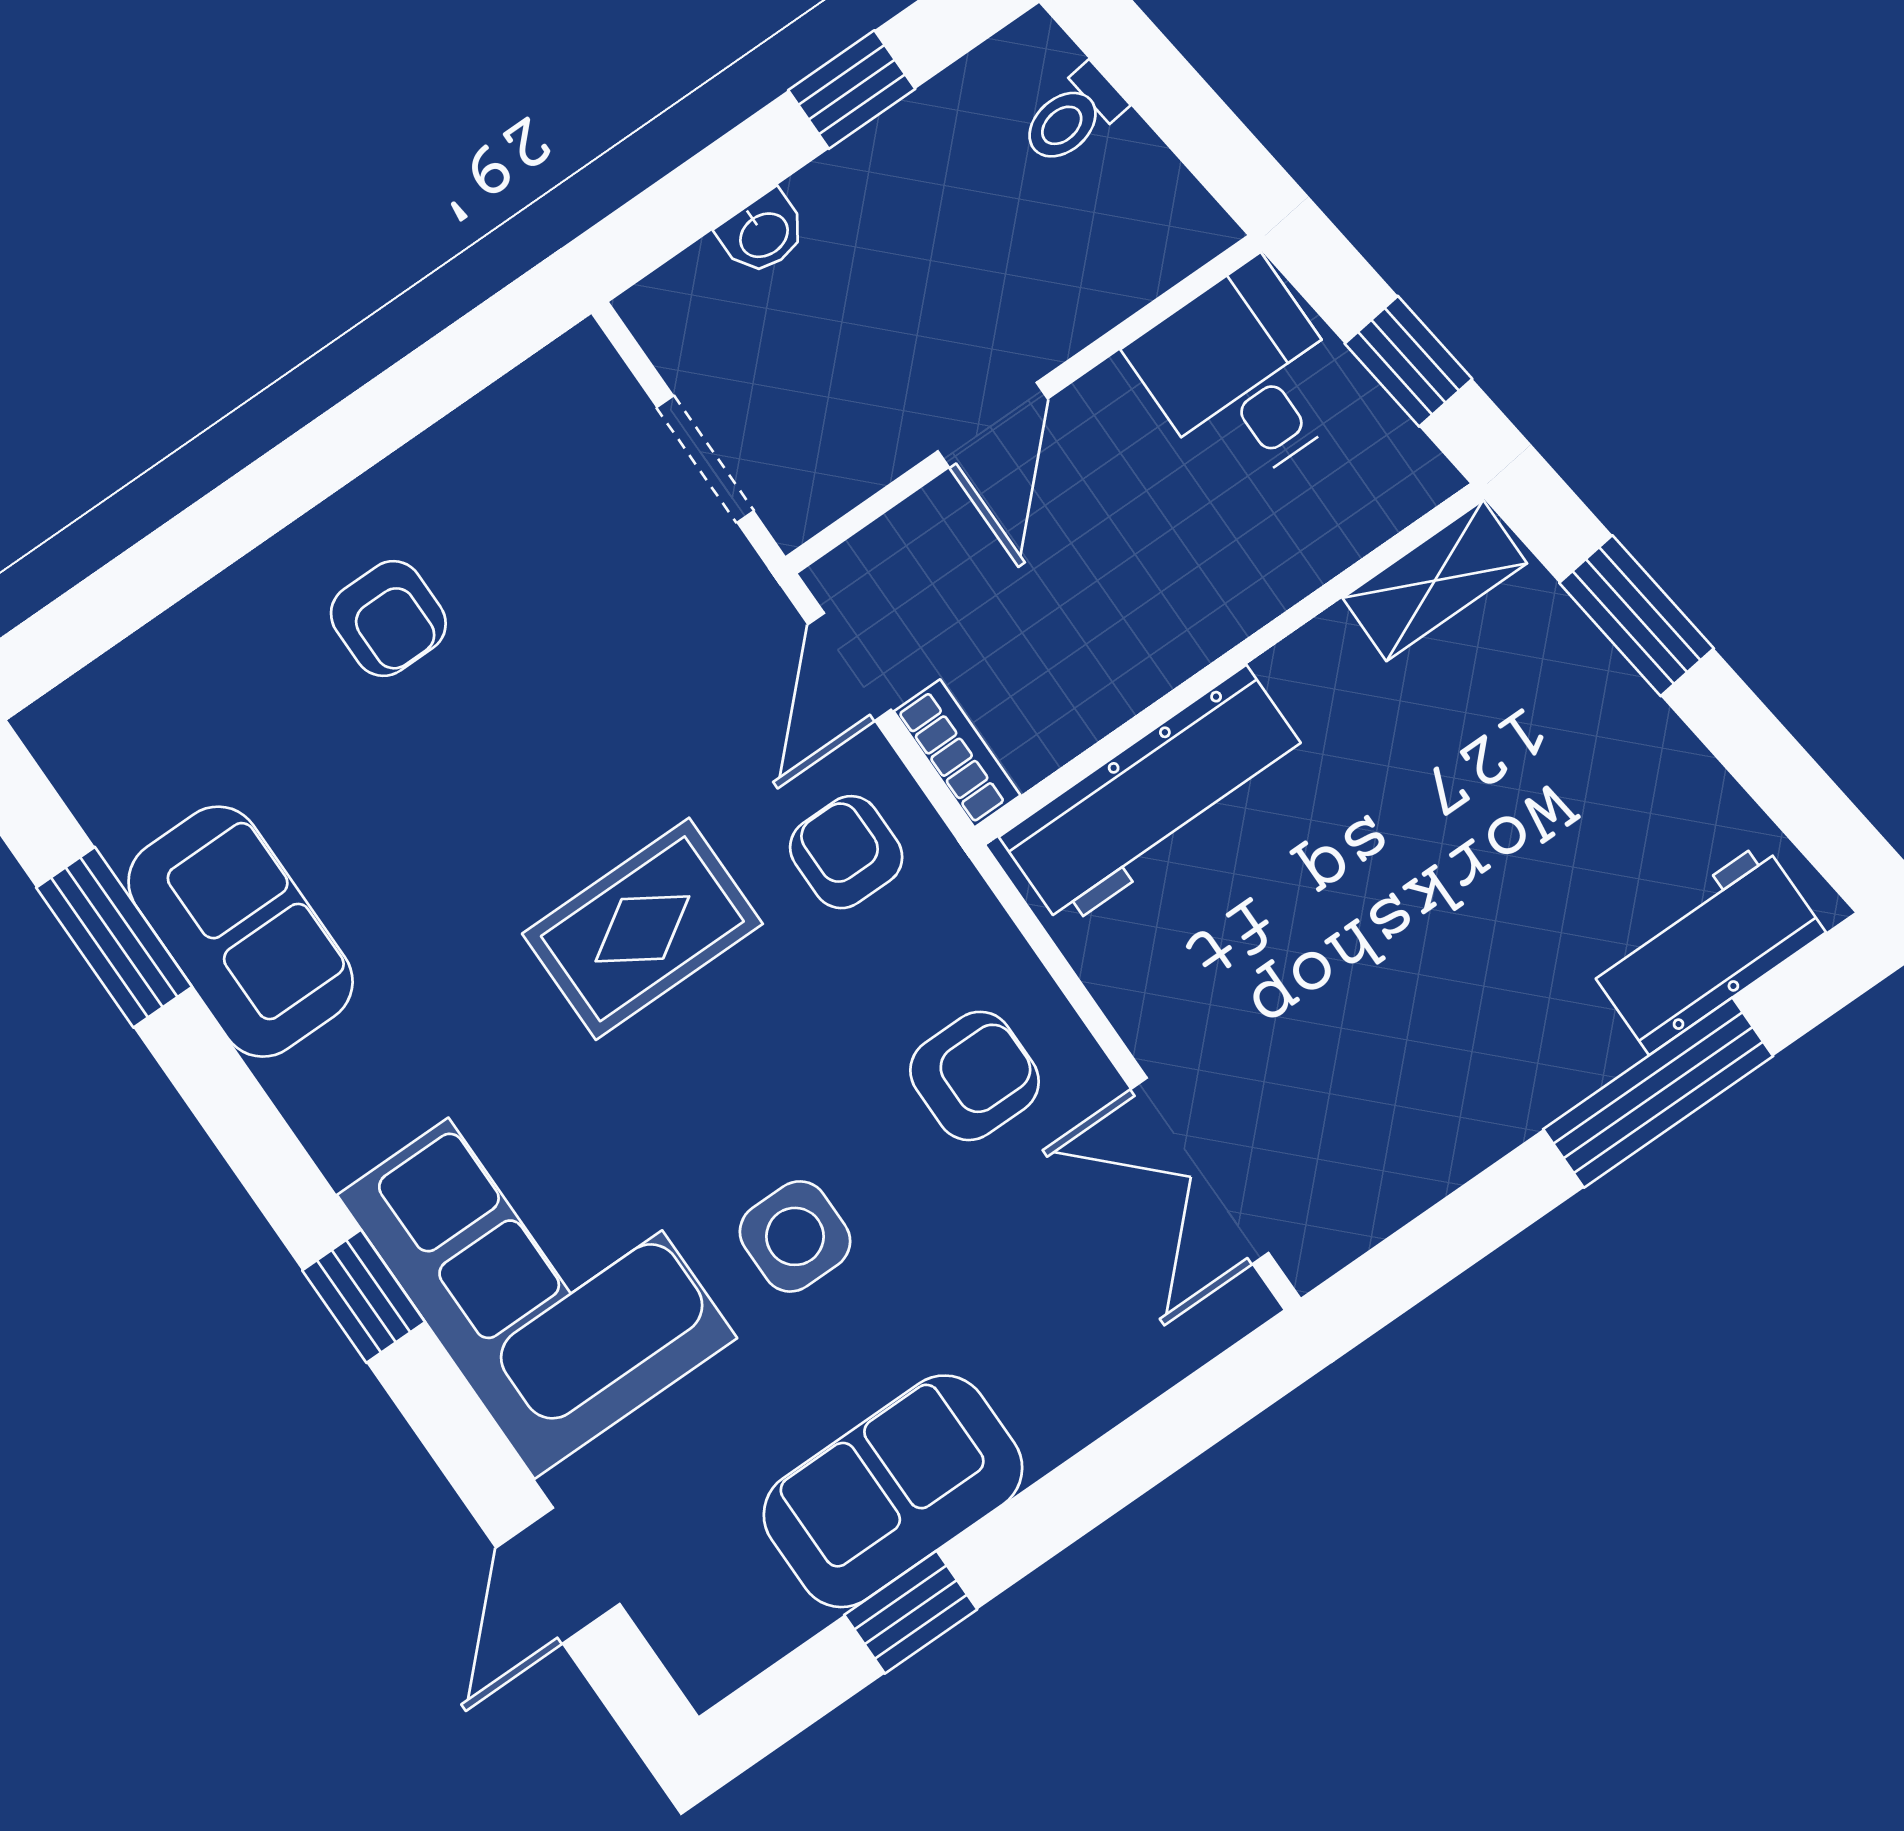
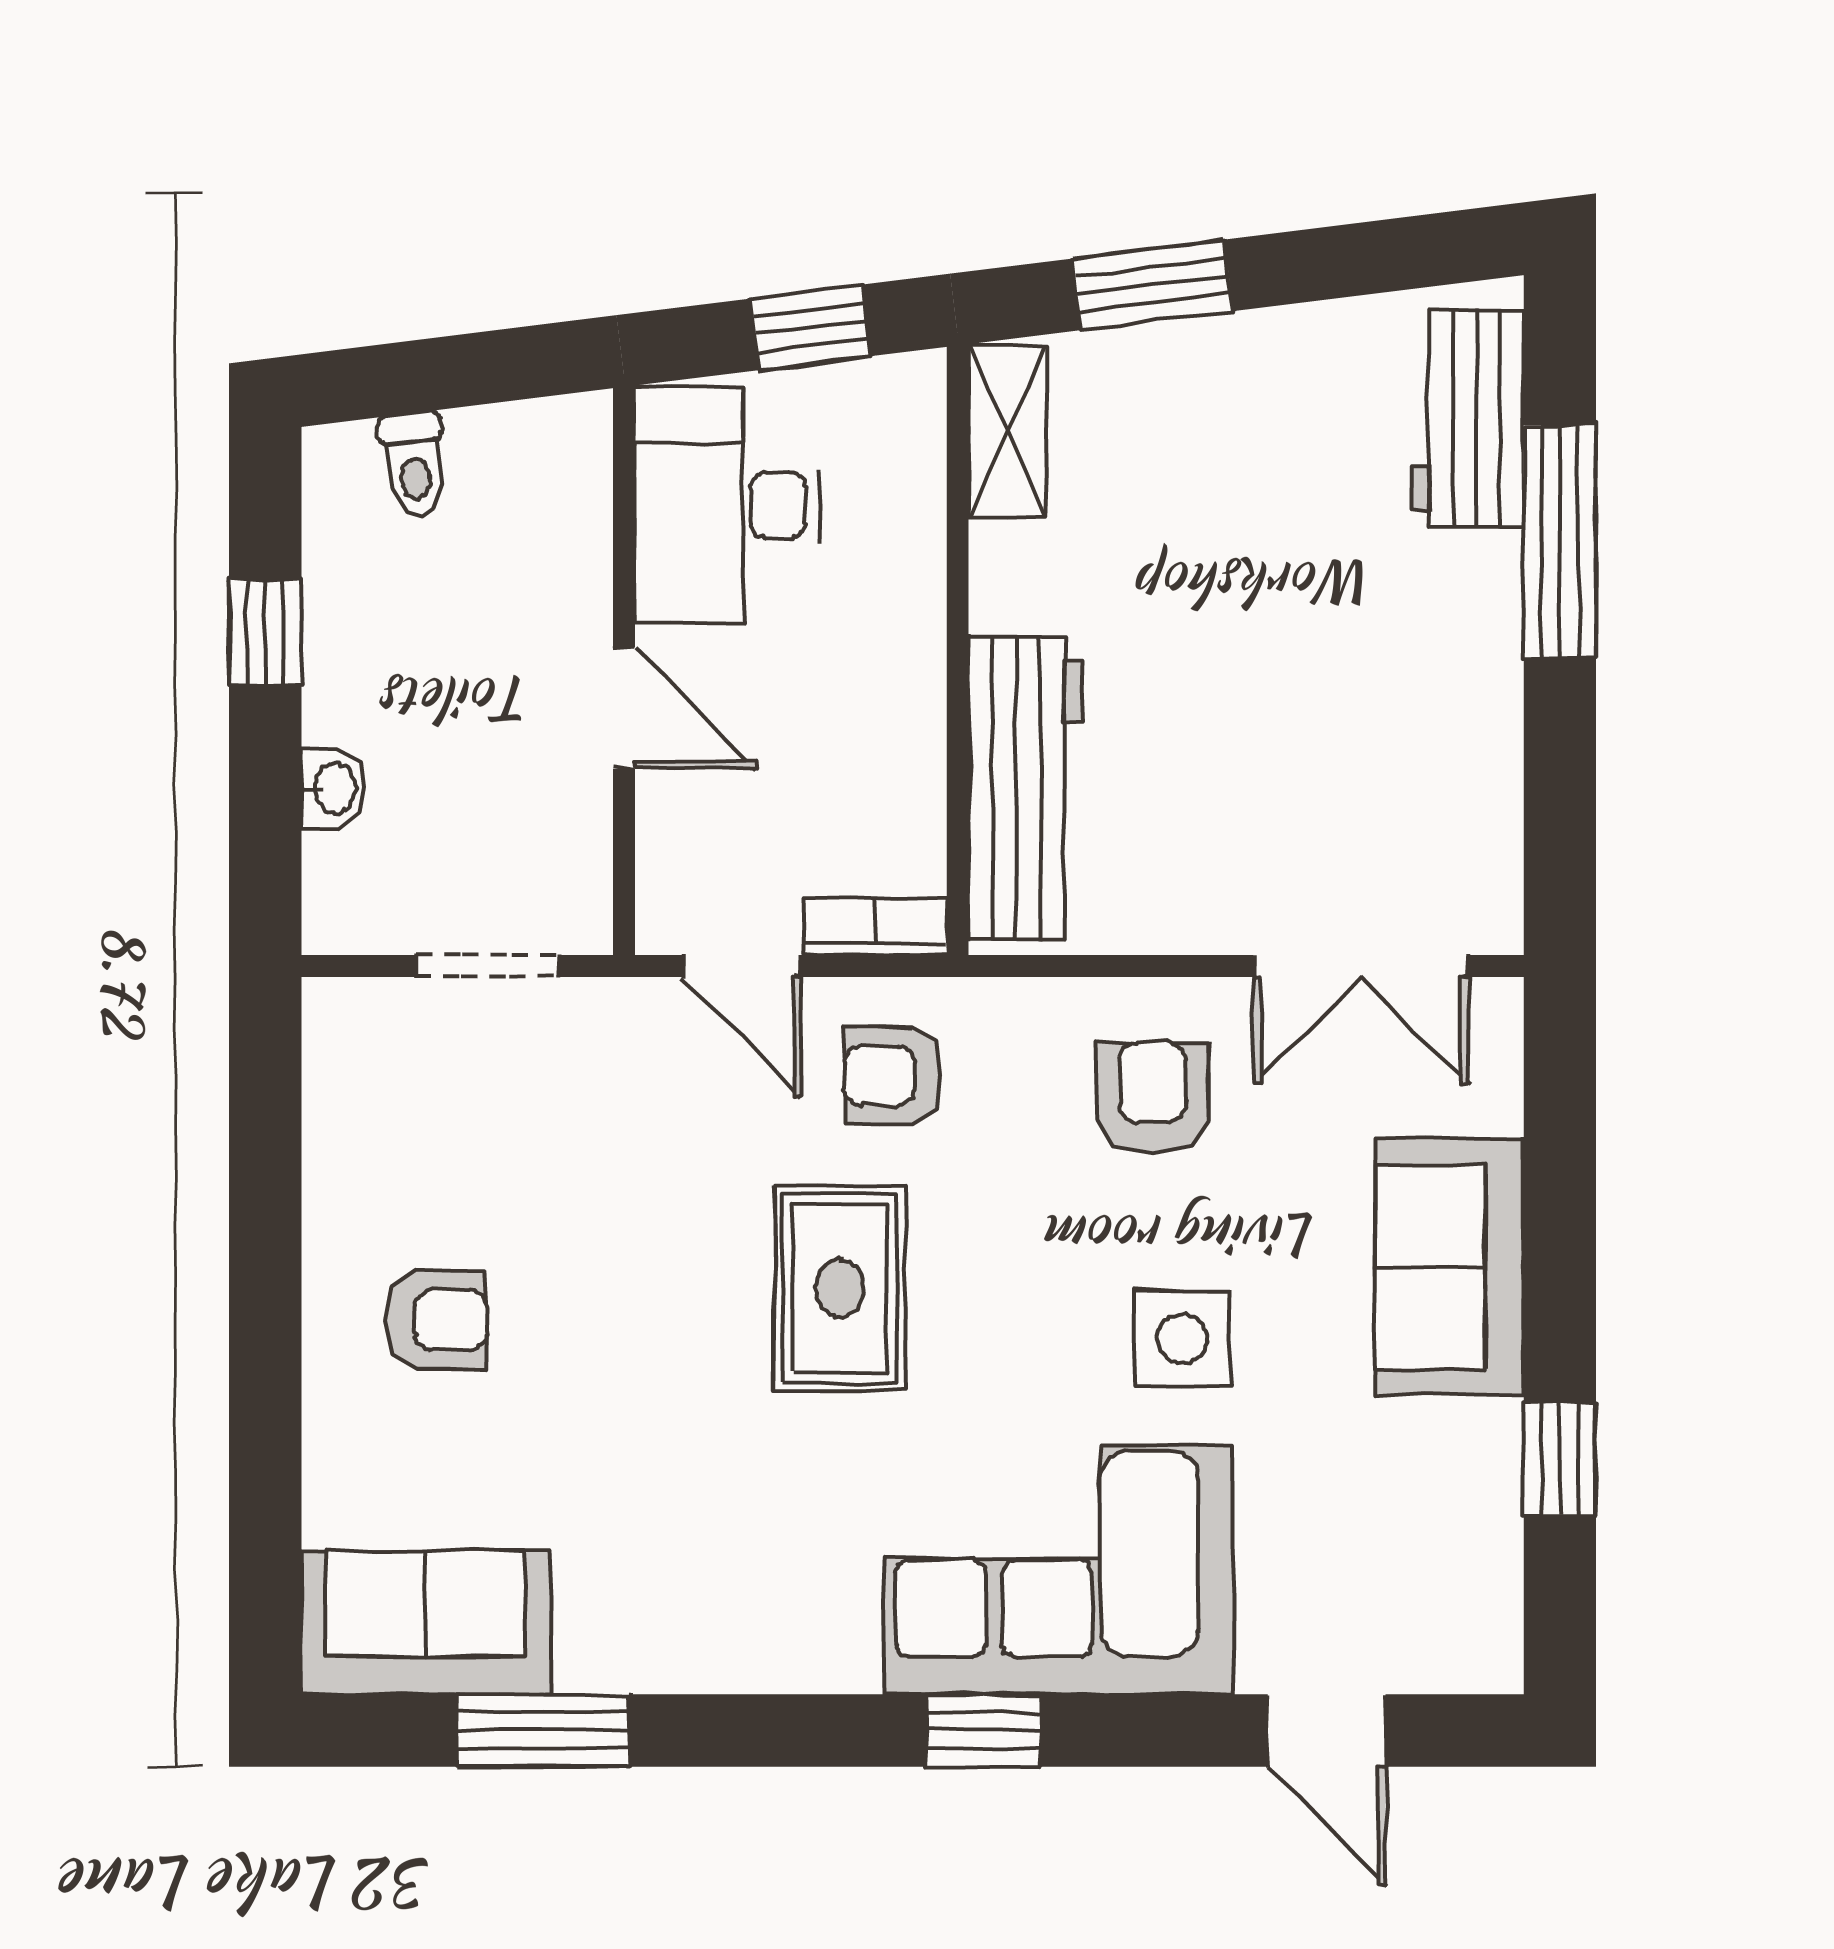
desk: (1243, 376) -> (728, 505), width x1.37
sofa: (241, 932) -> (425, 1623), moved
sofa: (893, 1491) -> (1450, 1267), moved

